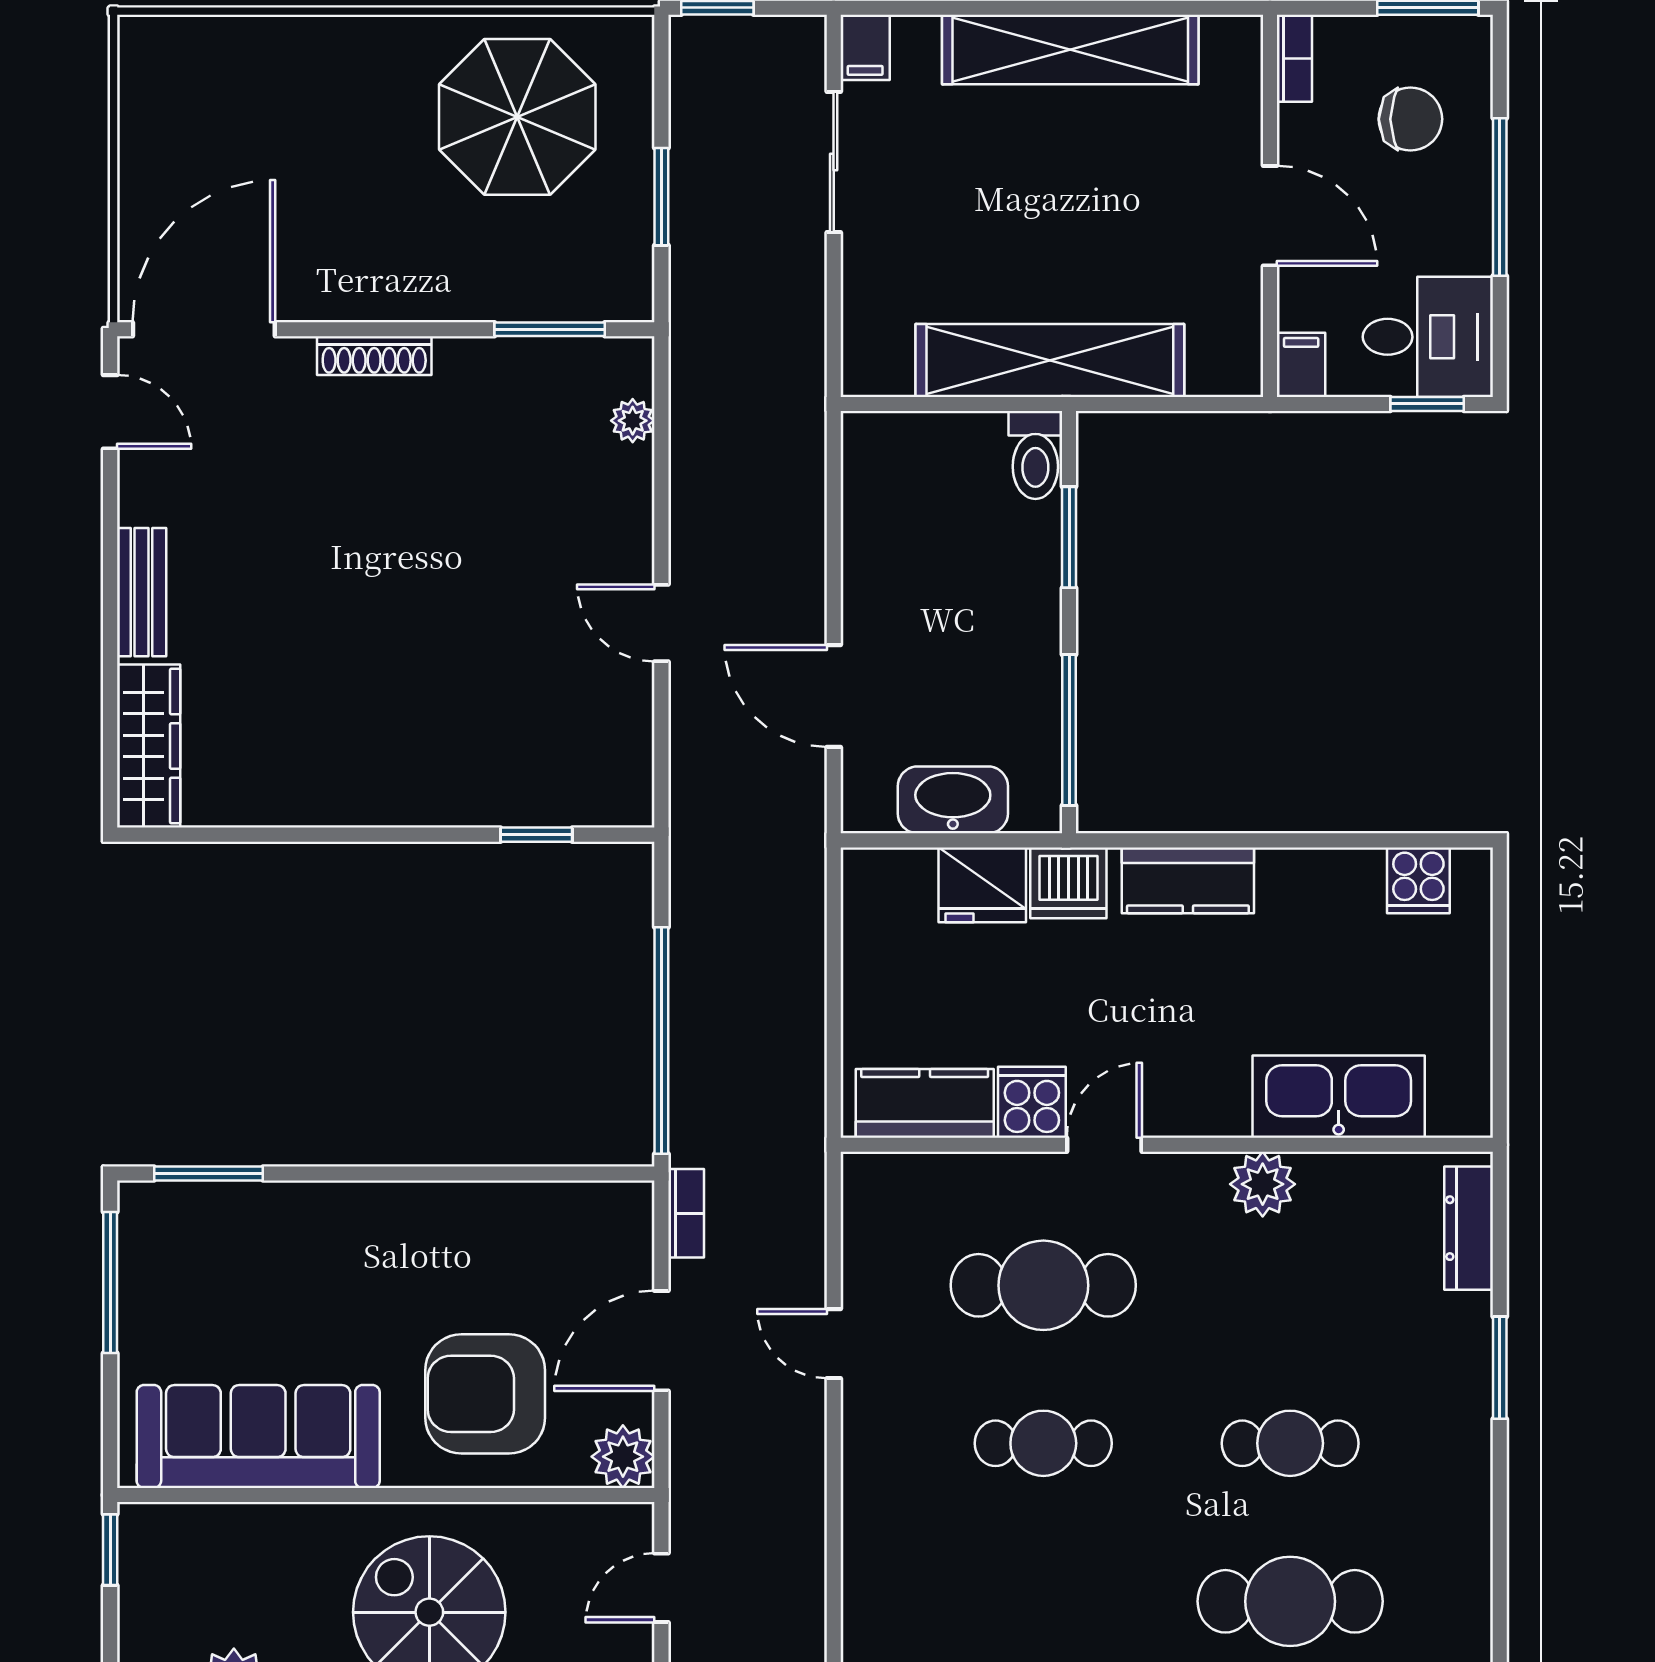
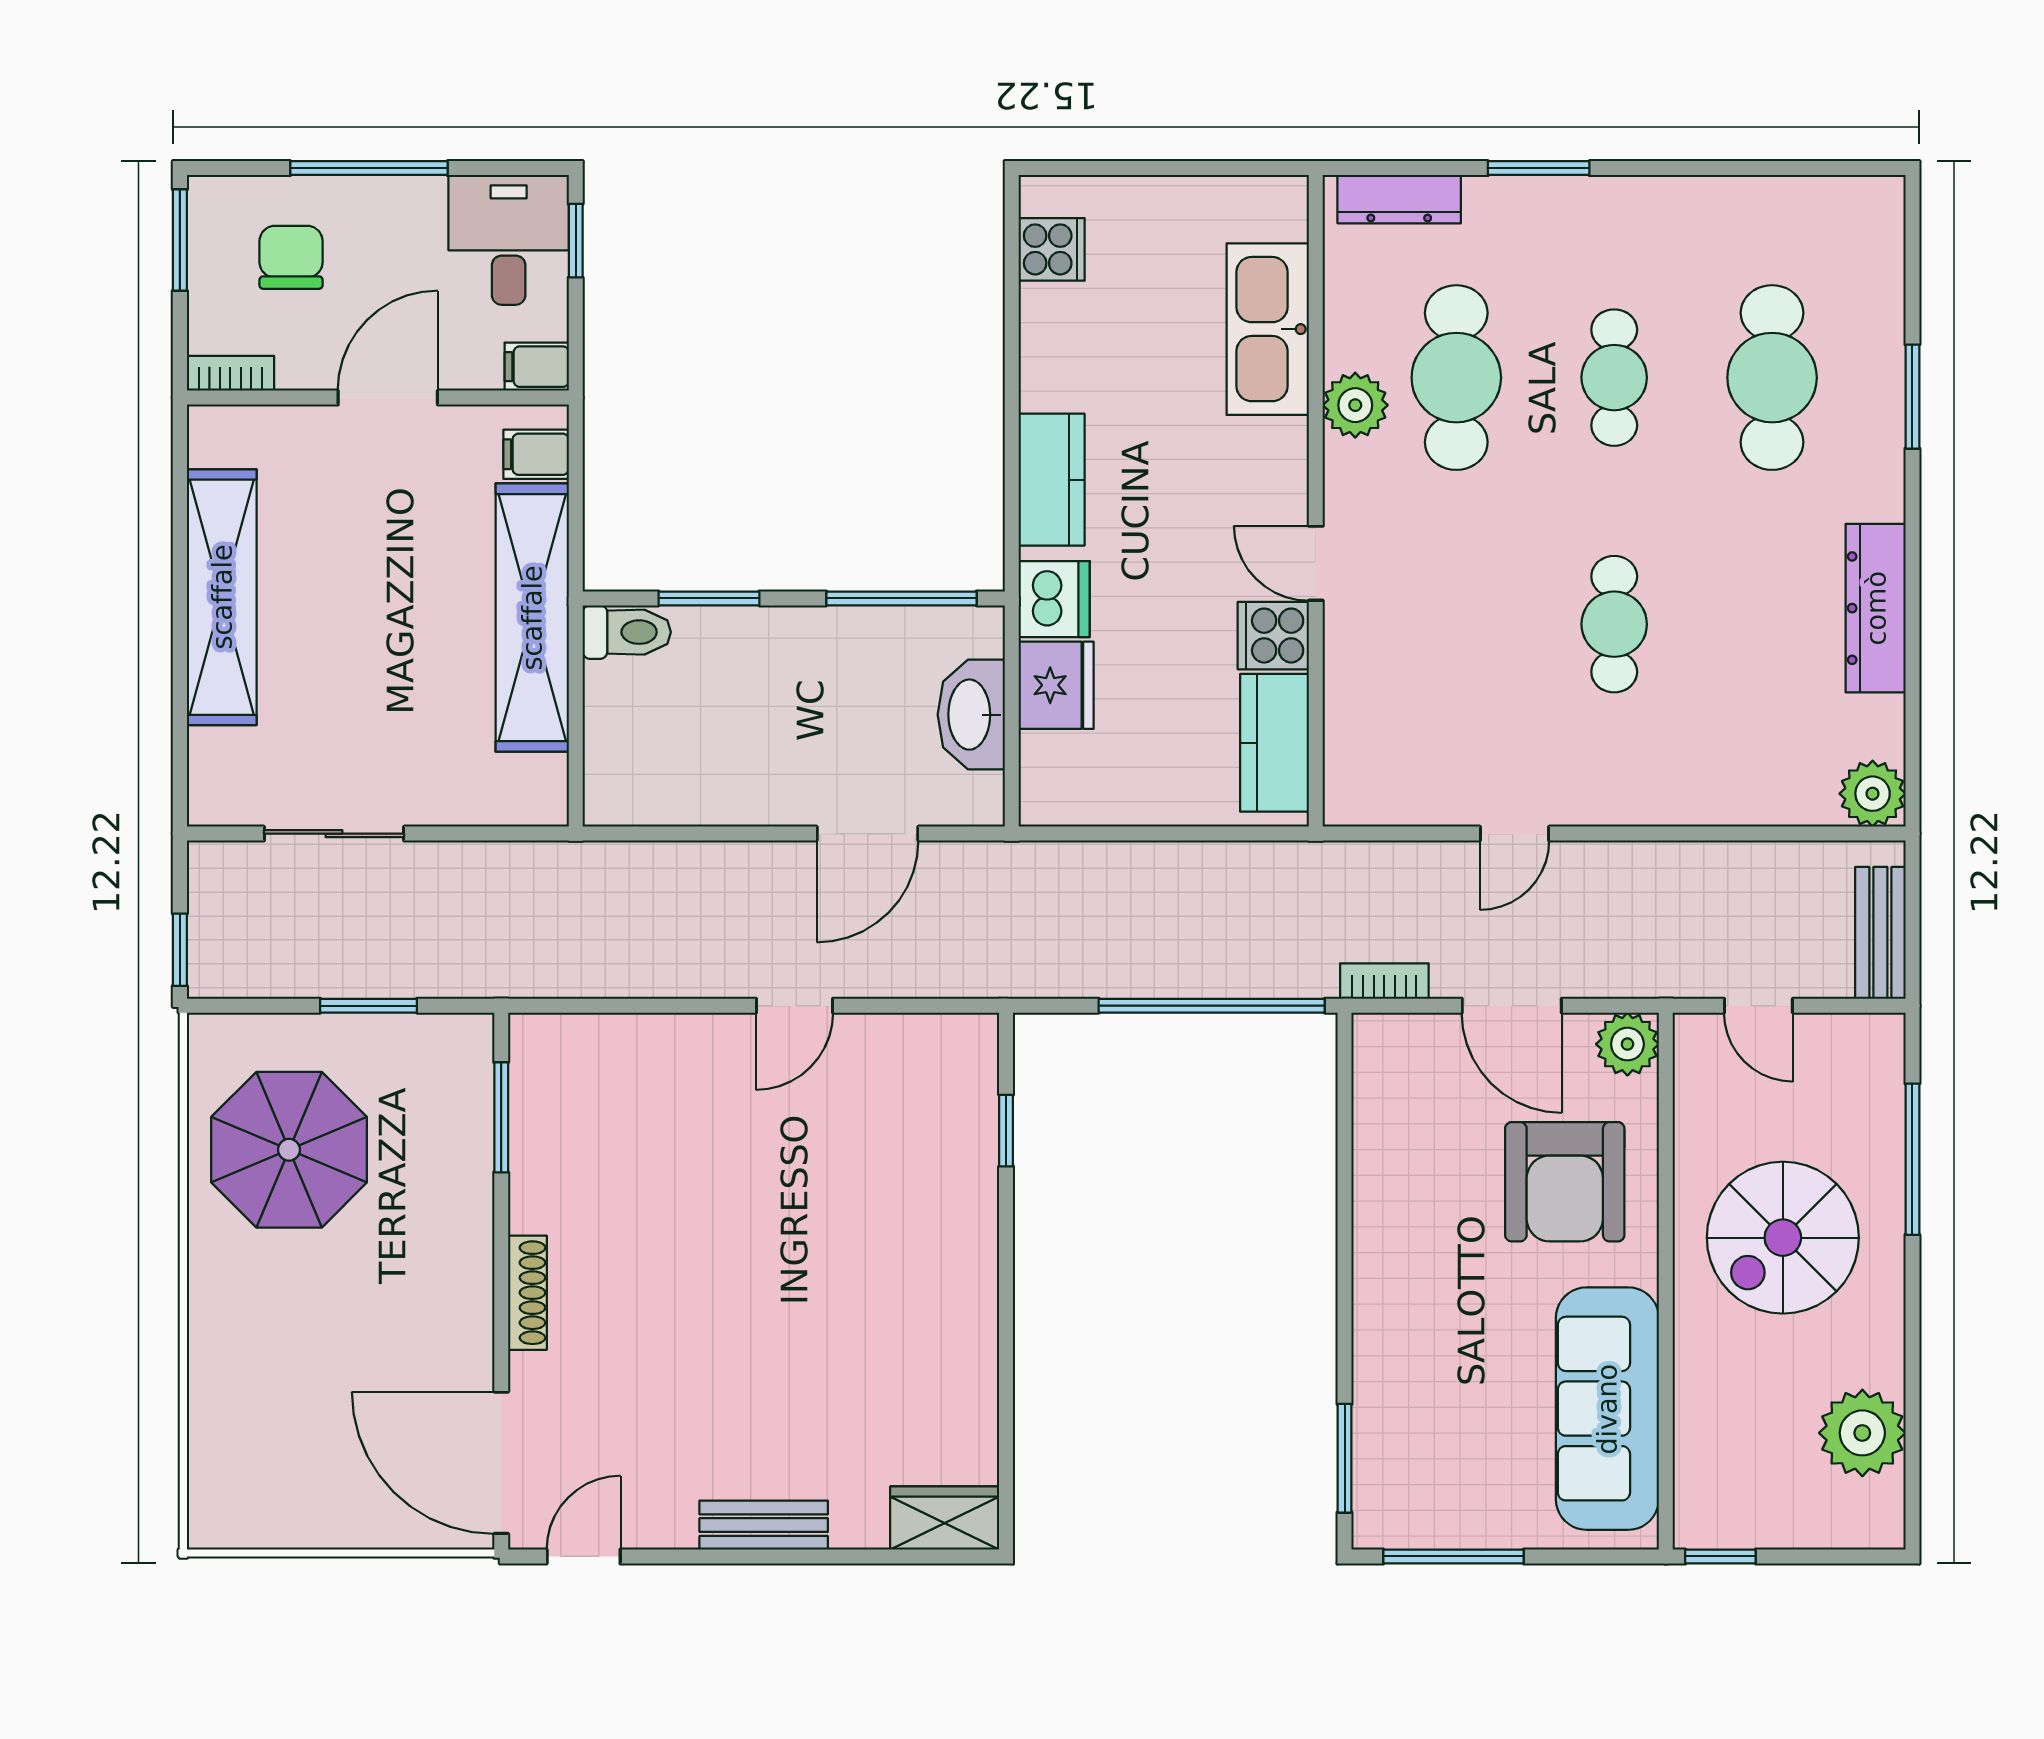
filing cabinet: (865, 47) -> (536, 454), moved, turned 180
plant: (633, 421) -> (592, 1034), removed
wardrobe: (149, 746) -> (945, 1518), width x0.67
cafe table: (1043, 1285) -> (1456, 378), moved

